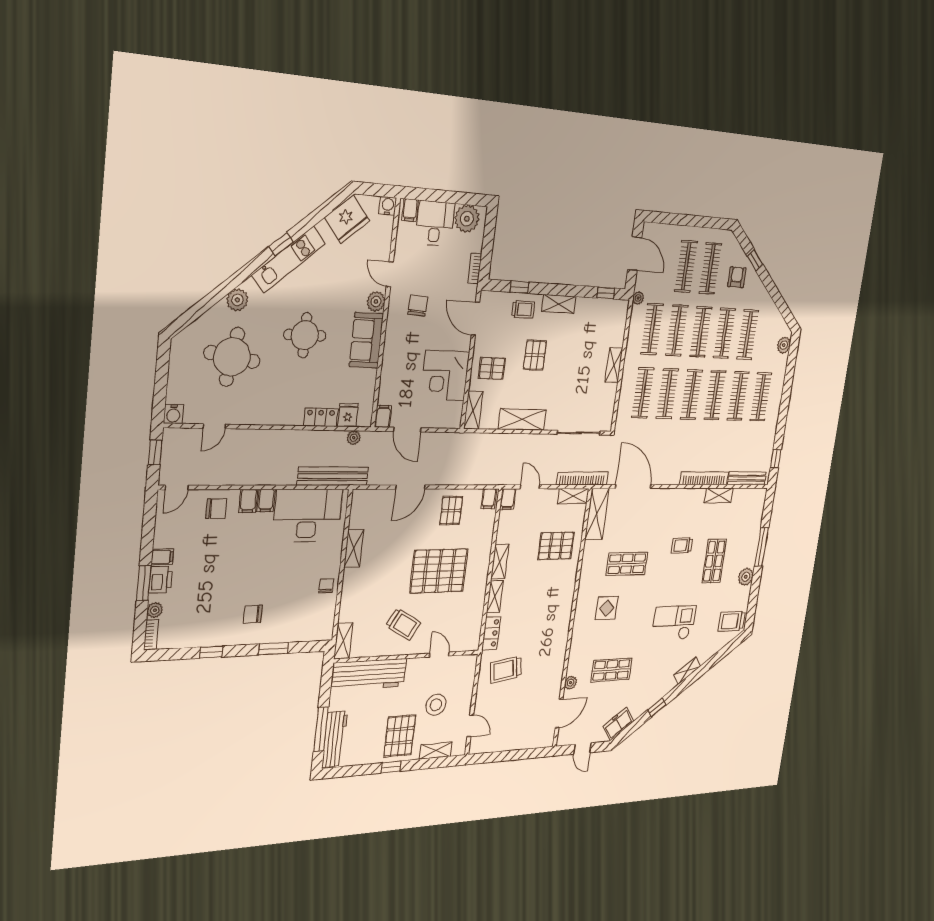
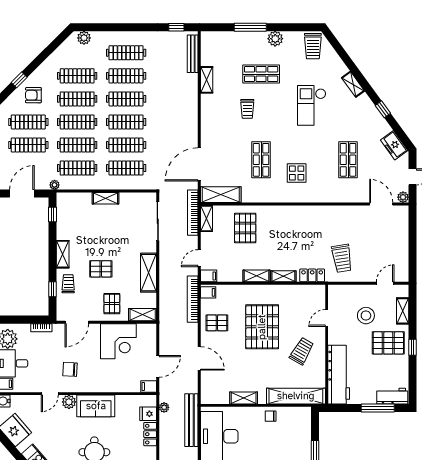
bookcase: (704, 478) -> (193, 299), moved
shelving: (343, 641) -> (296, 396), width x2.20, depth x1.33
plant: (570, 683) -> (403, 197), moved
workbench: (335, 739) -> (392, 396), width x0.73

